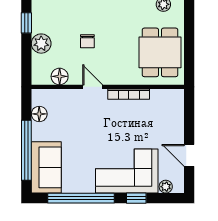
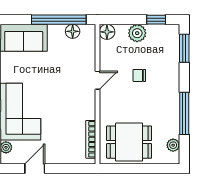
floor lamp: (60, 76) -> (107, 32), moved
bookcase: (129, 94) -> (91, 139), moved
window: (26, 150) -> (59, 20), moved

